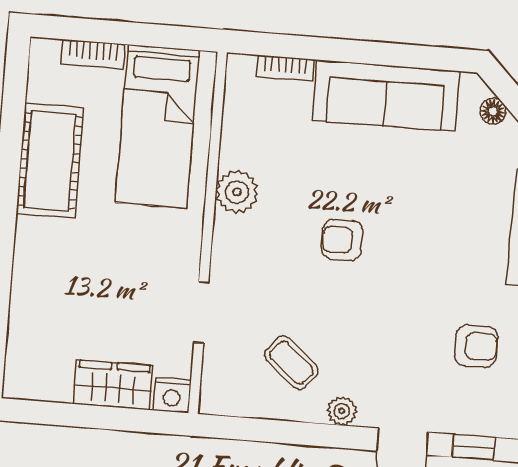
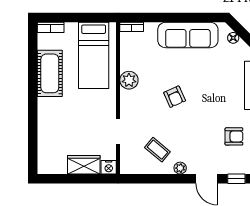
bookcase: (93, 54) -> (51, 27), moved
bookcase: (285, 68) -> (132, 27), moved
armchair: (342, 240) -> (175, 97), turned -114

